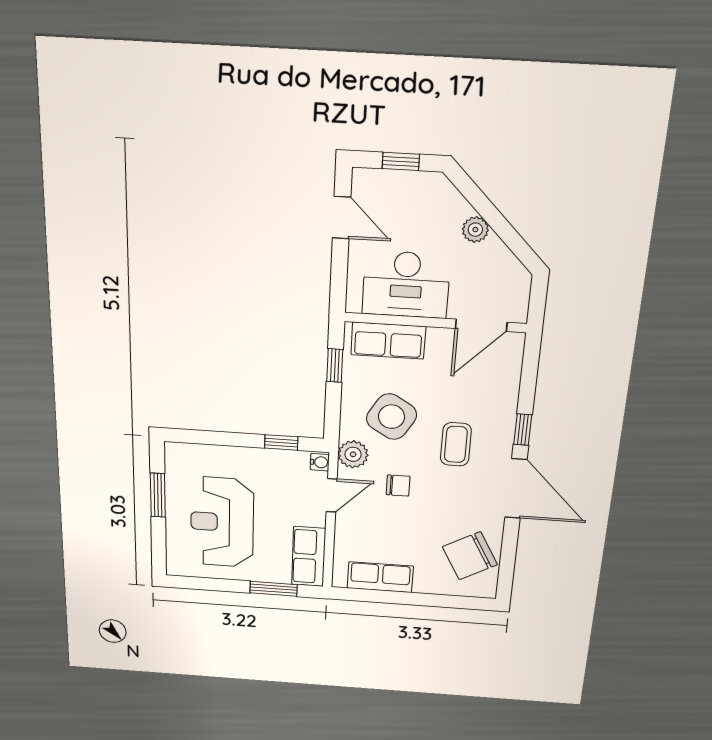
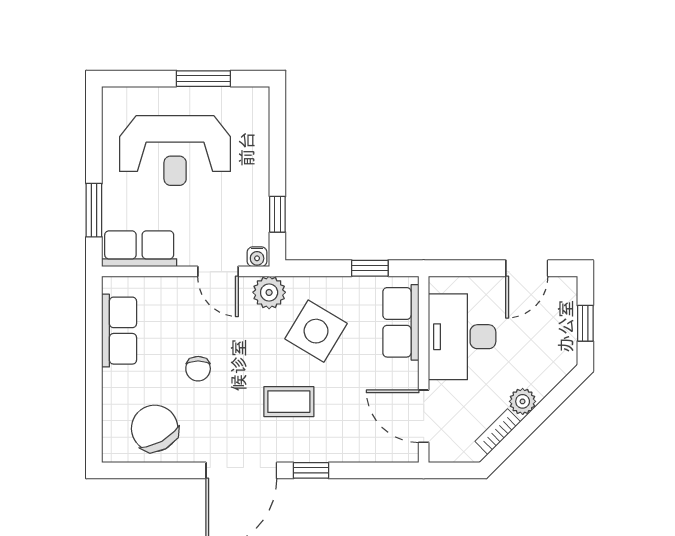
bookcase: (503, 256) -> (498, 432), added
chair: (398, 486) -> (198, 369), moved
reception desk: (222, 522) -> (175, 151), turned 180

